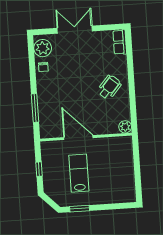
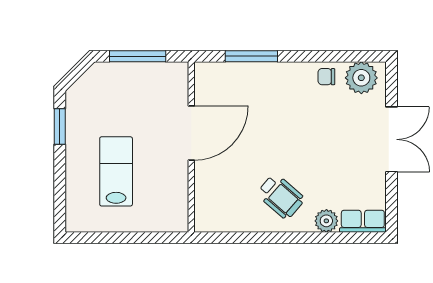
plant: (125, 127) -> (326, 221), moved
window: (39, 169) -> (138, 56), width x2.17
lab bench: (79, 173) -> (116, 171), moved, turned -90

